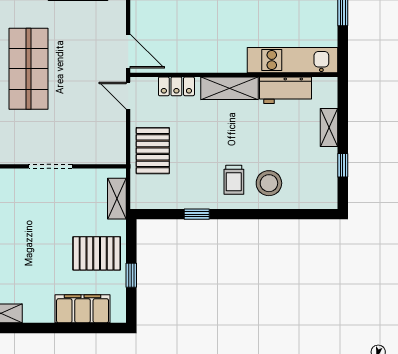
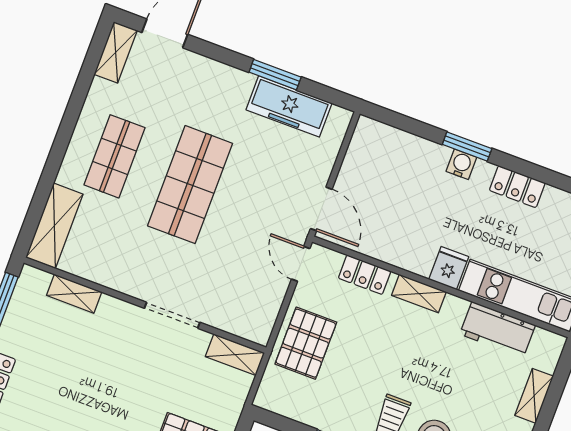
fridge: (234, 59) -> (449, 268), added
shelving: (230, 88) -> (419, 294), width x0.67, depth x0.75
shelving: (117, 199) -> (235, 355), moved, turned 90

